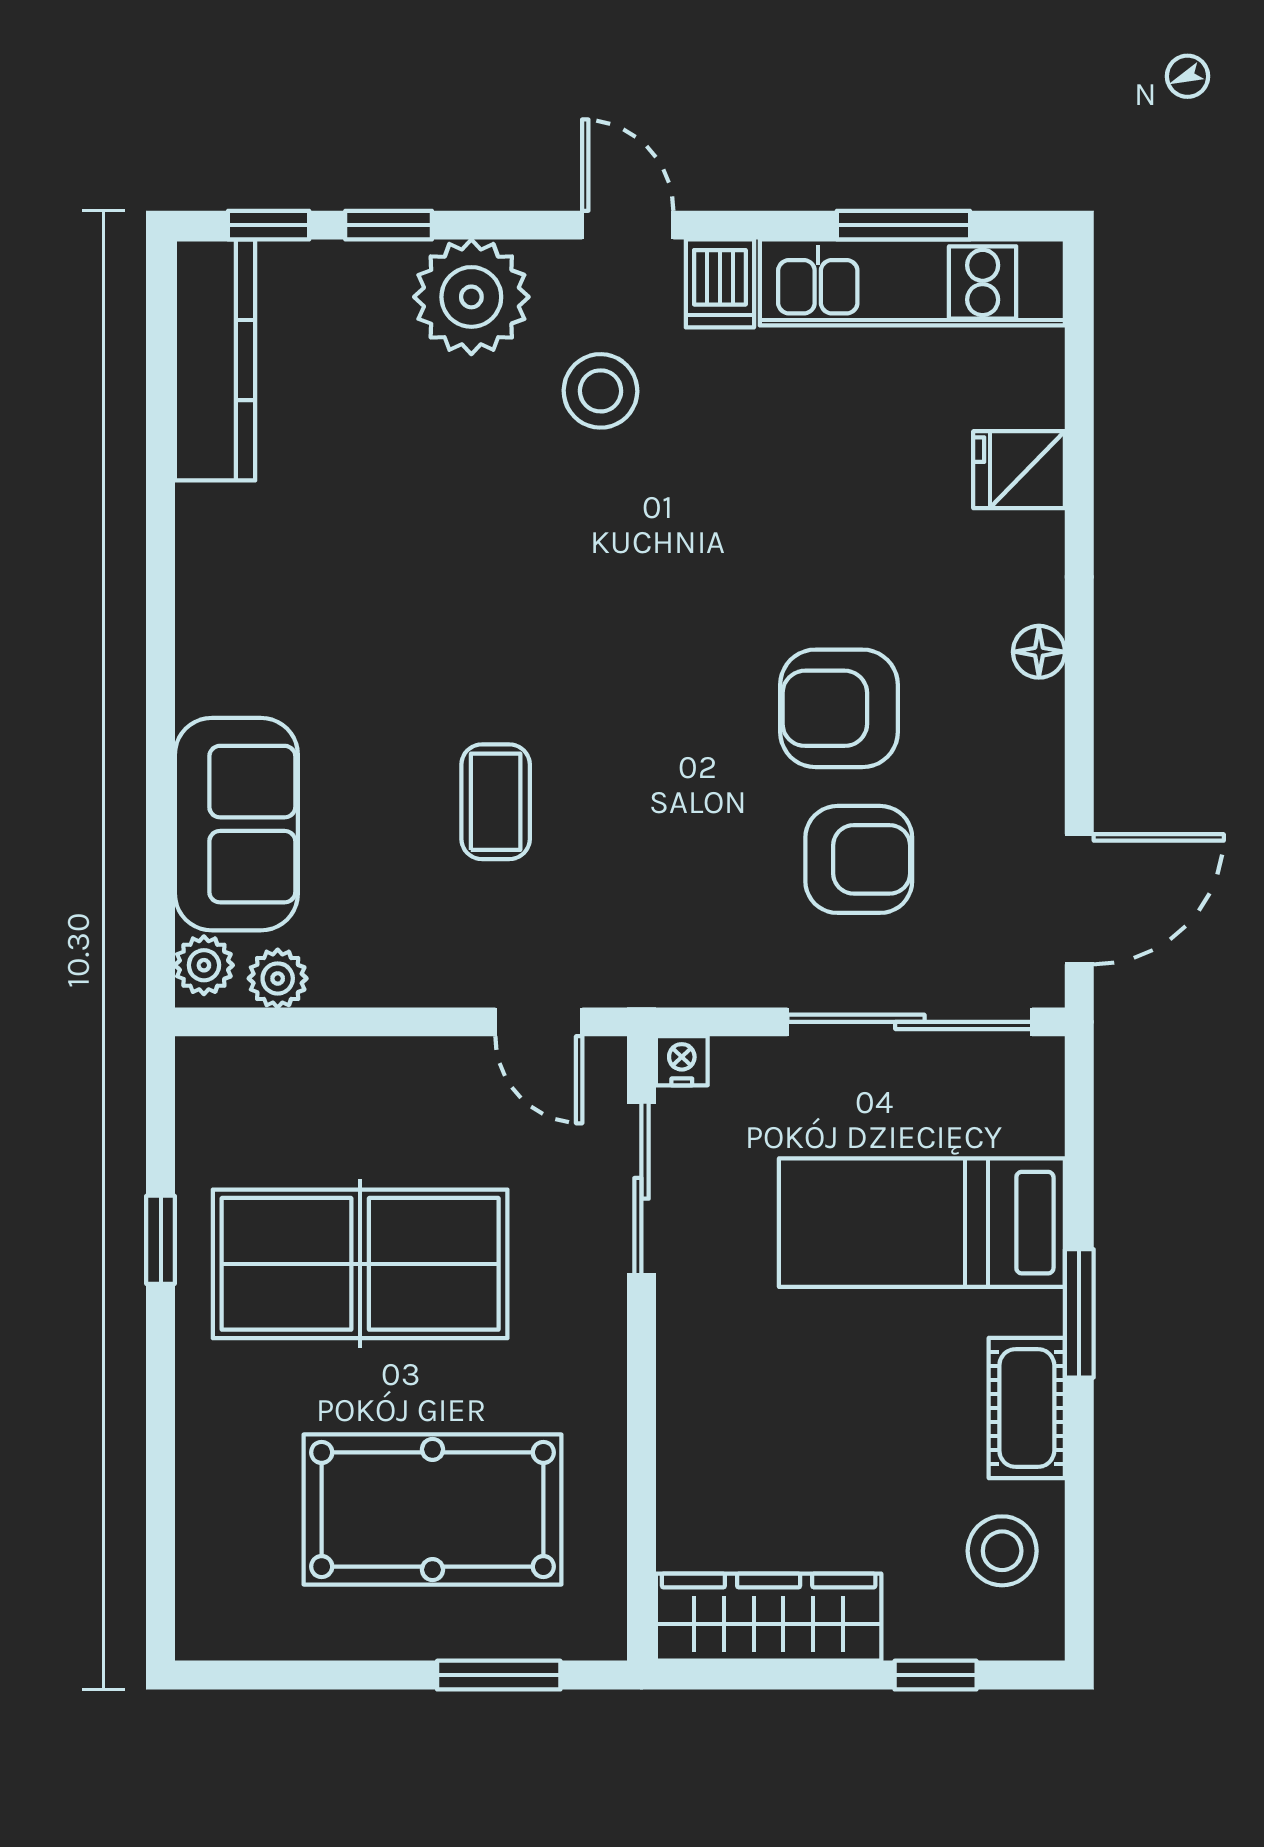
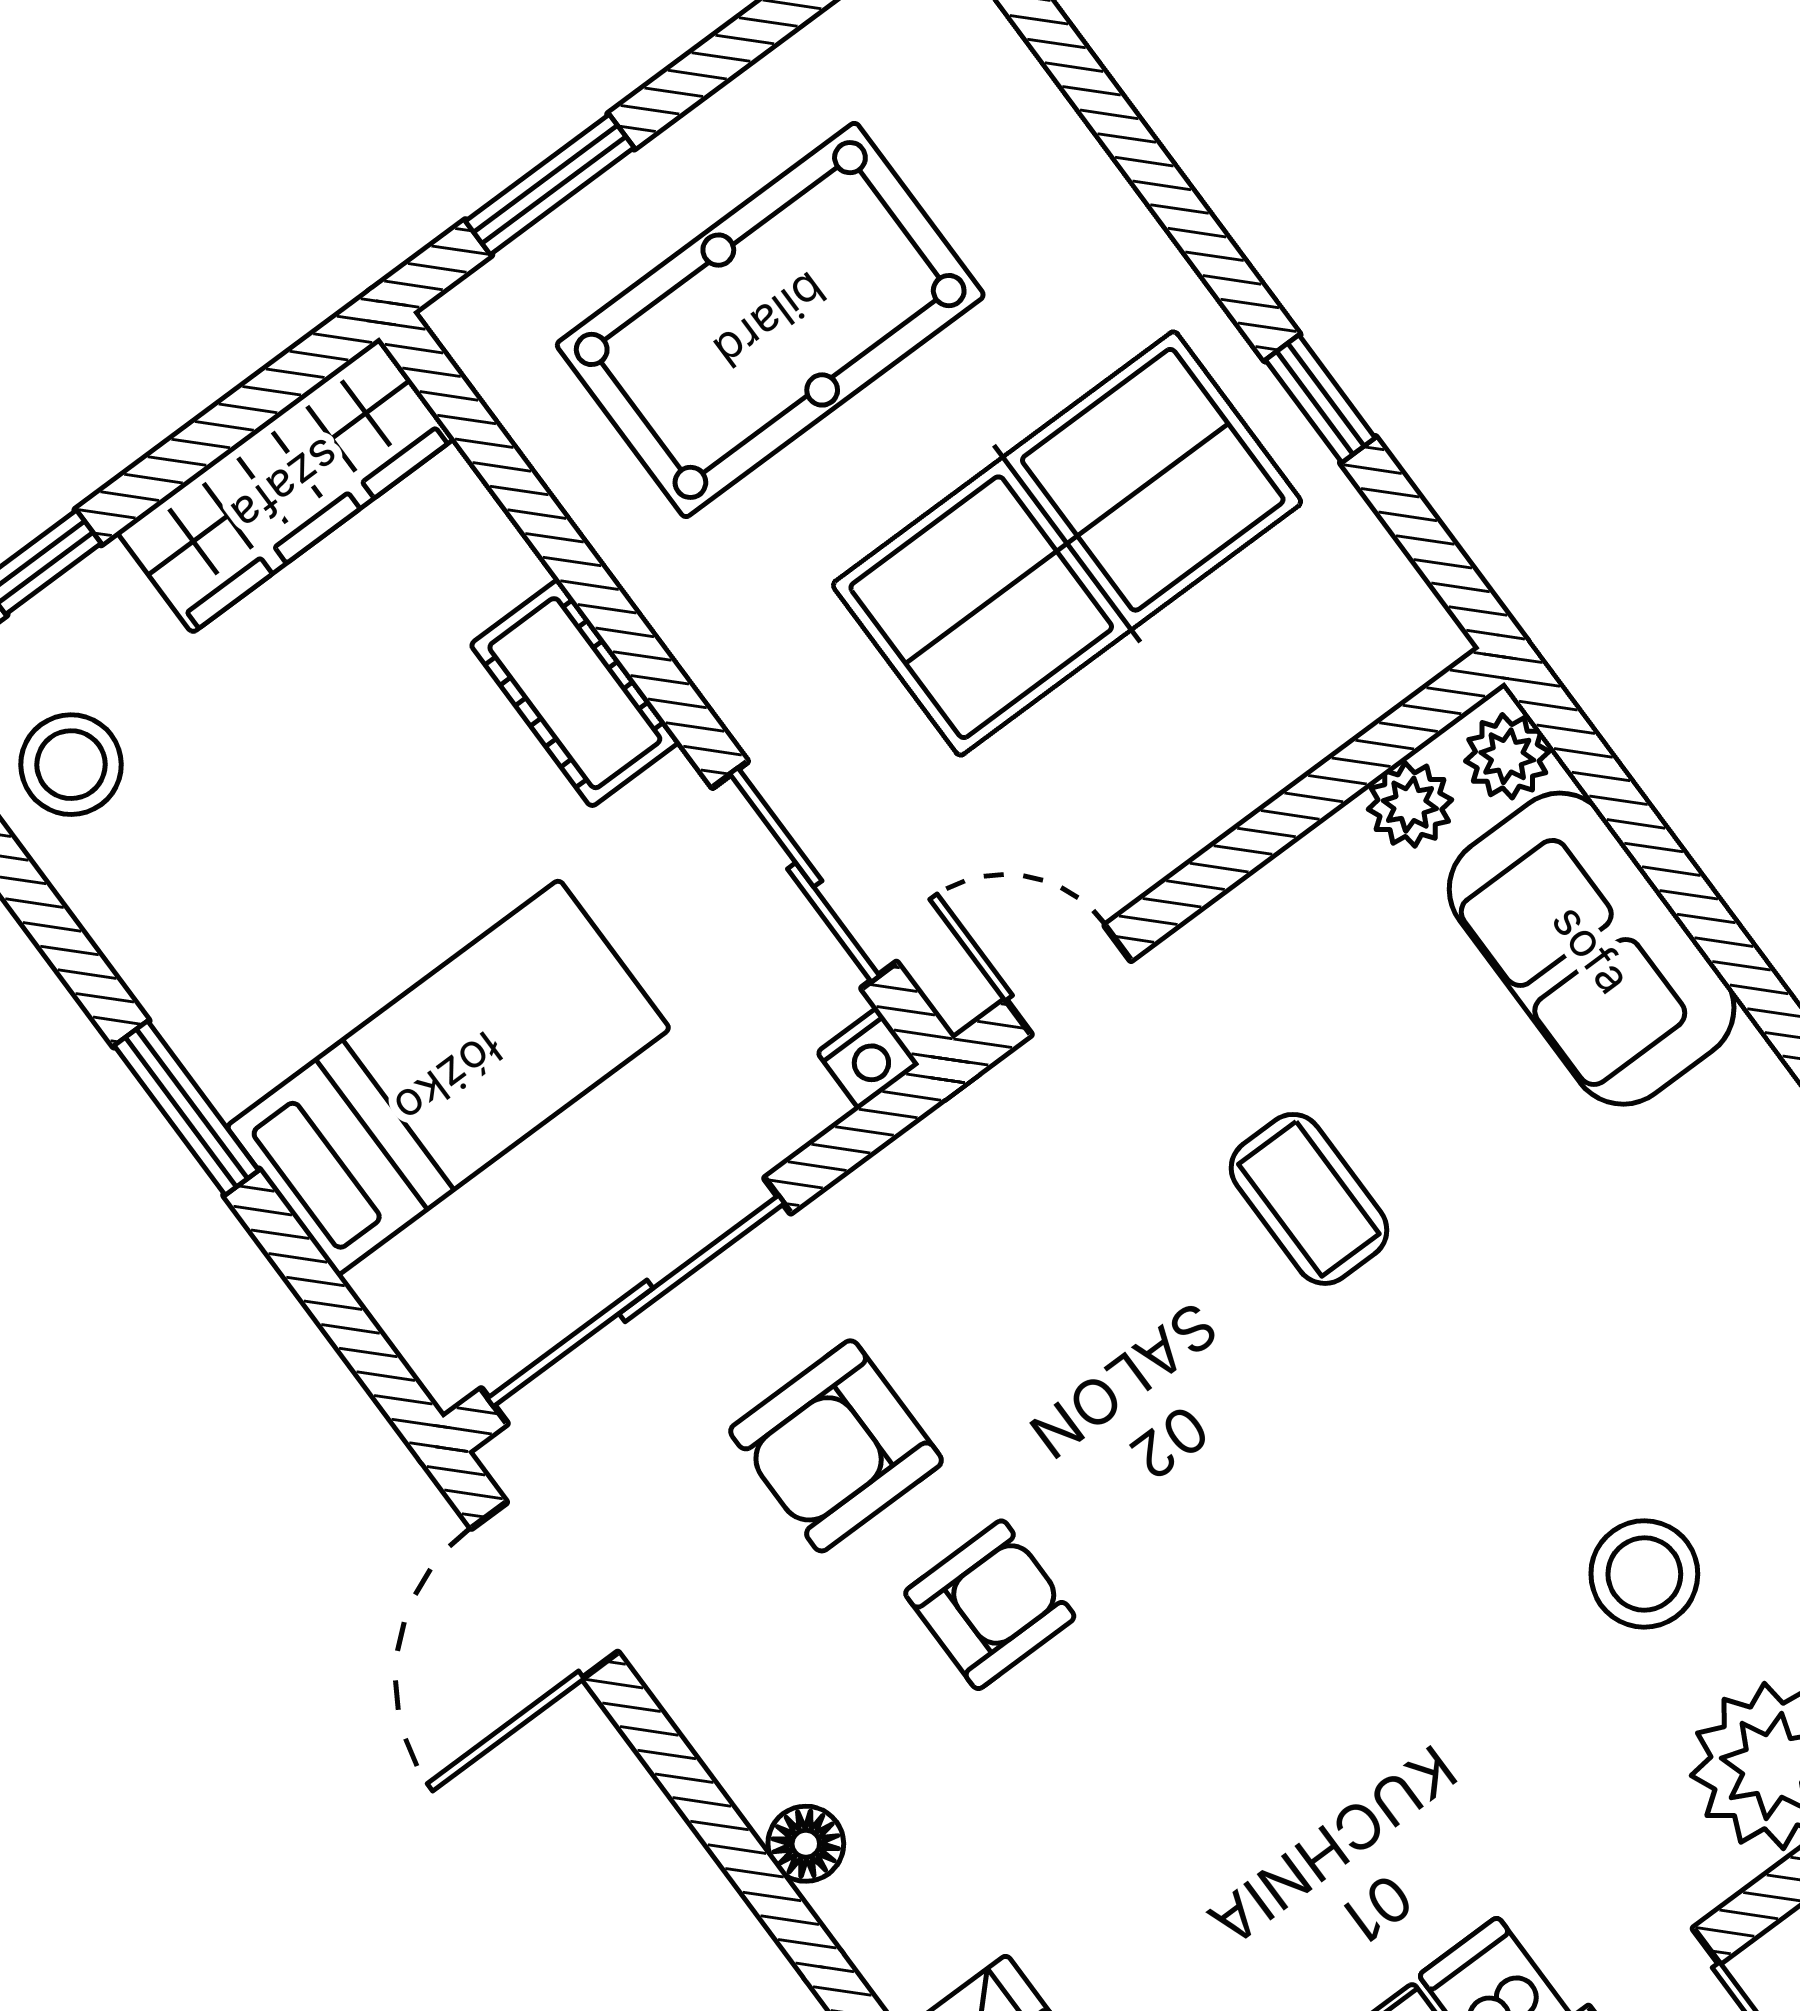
stool: (601, 391) -> (1644, 1574), moved
armchair: (839, 708) -> (990, 1605), width x0.72, depth x0.72
cot: (1027, 1408) -> (575, 693), moved

